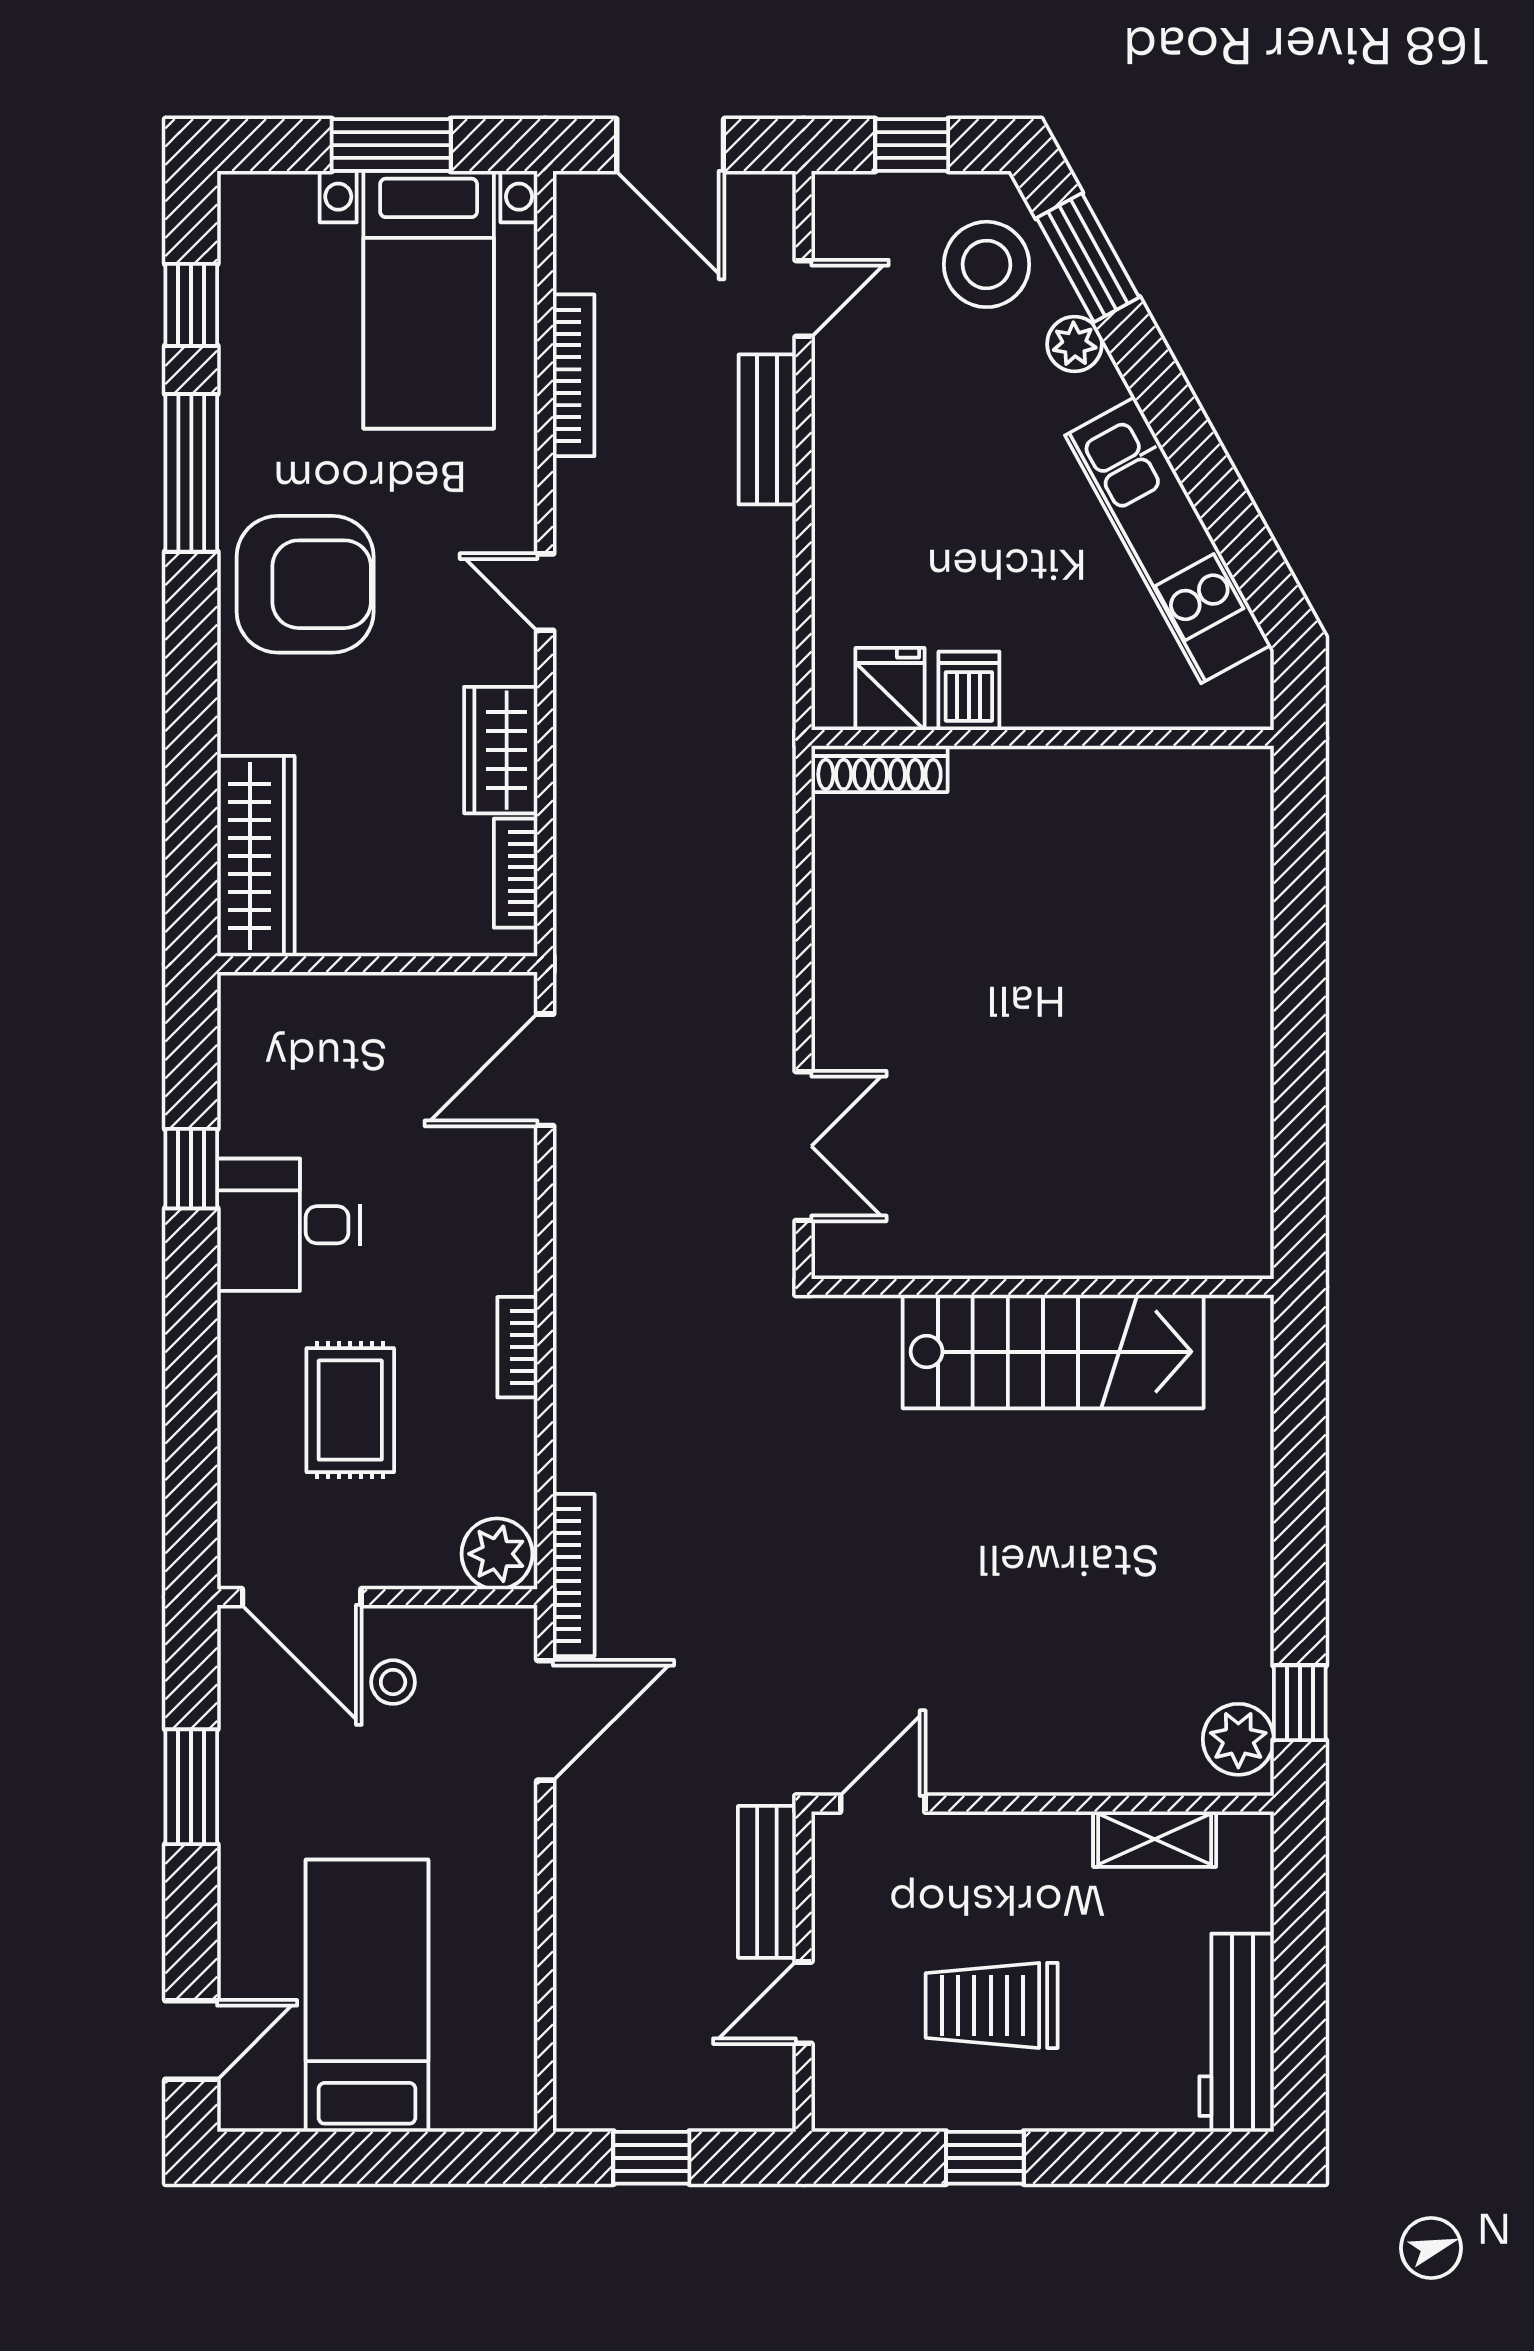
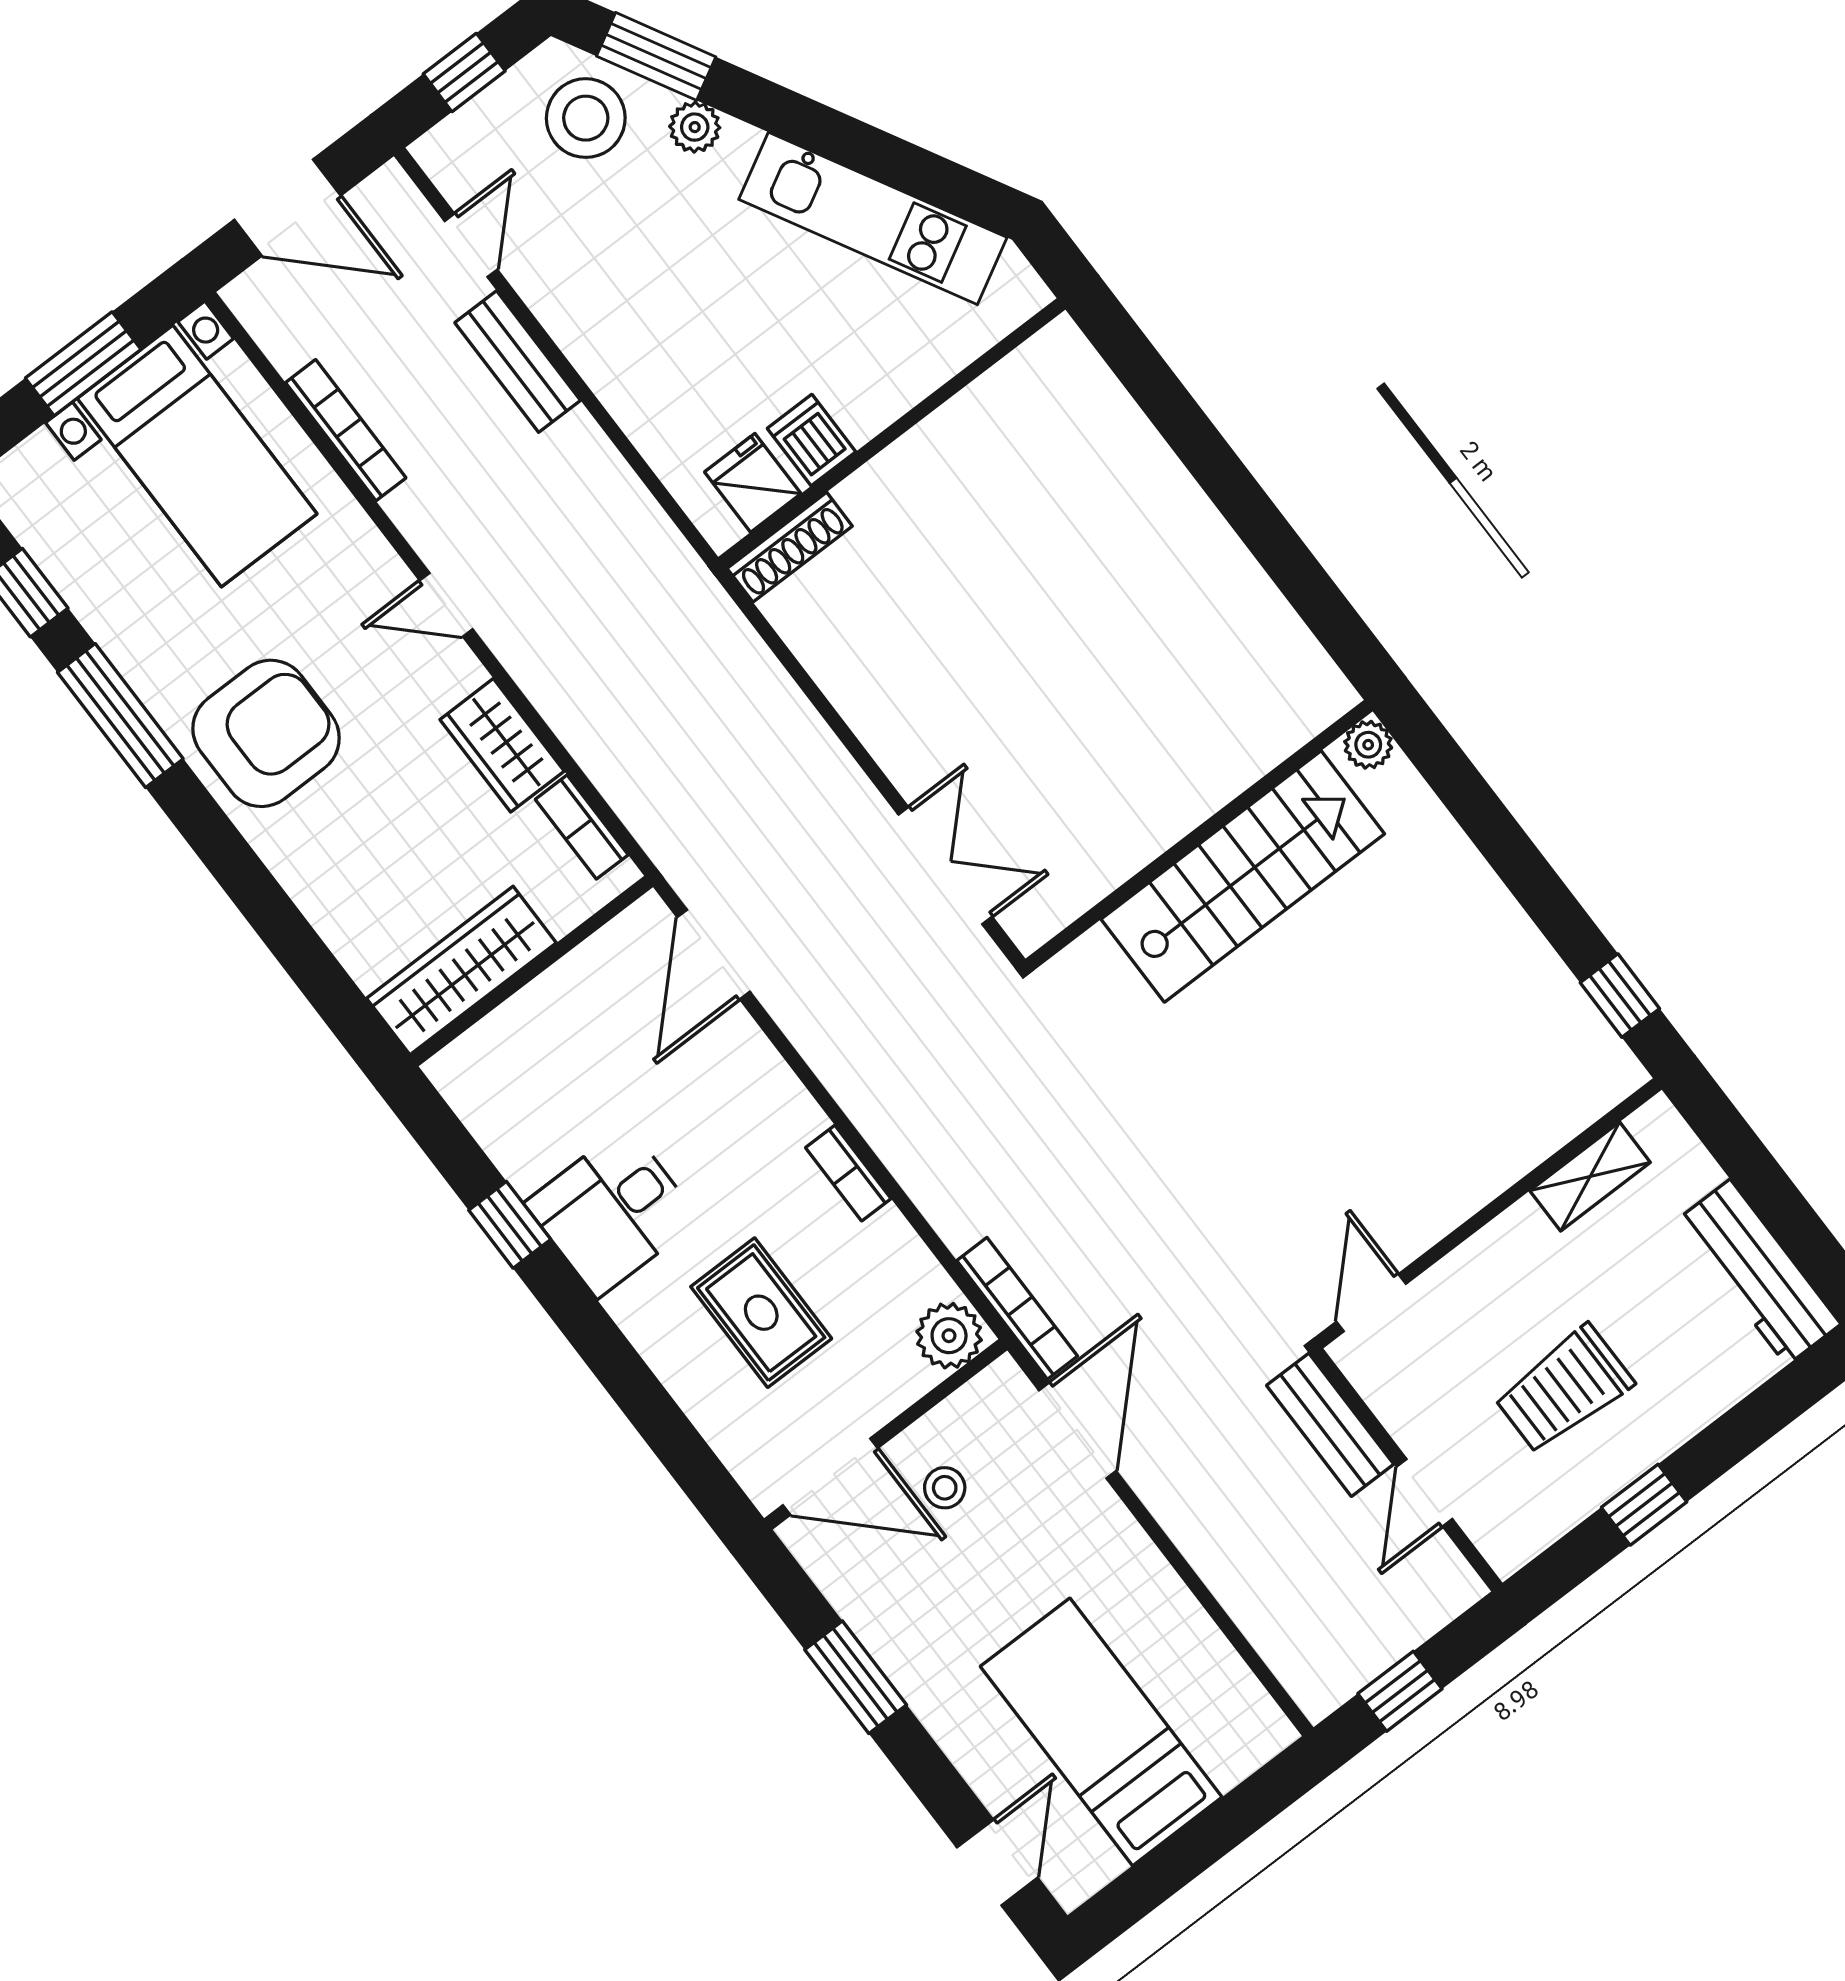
wardrobe: (256, 856) -> (461, 971), moved, turned -90
plant: (1238, 1739) -> (1368, 745), moved, width x0.73, depth x0.73

